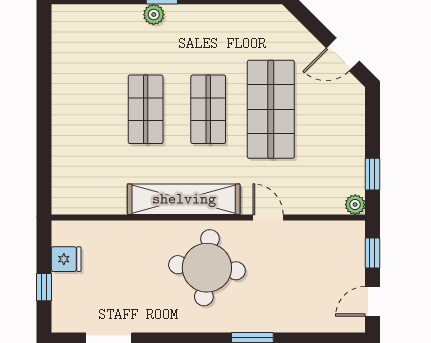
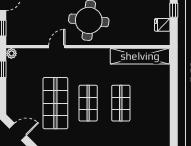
shelving: (184, 199) -> (140, 56), moved
door: (268, 217) -> (57, 47), swing flipped

